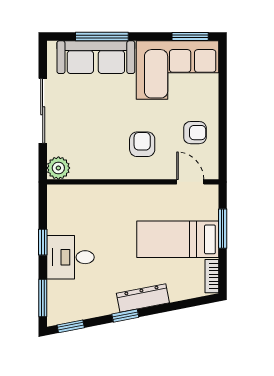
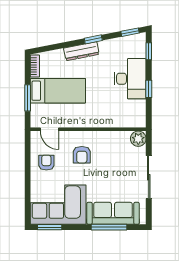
armchair: (195, 133) -> (46, 163), turned 90
desk: (70, 257) -> (130, 79), width x1.37
window: (43, 298) -> (149, 51), width x0.67

